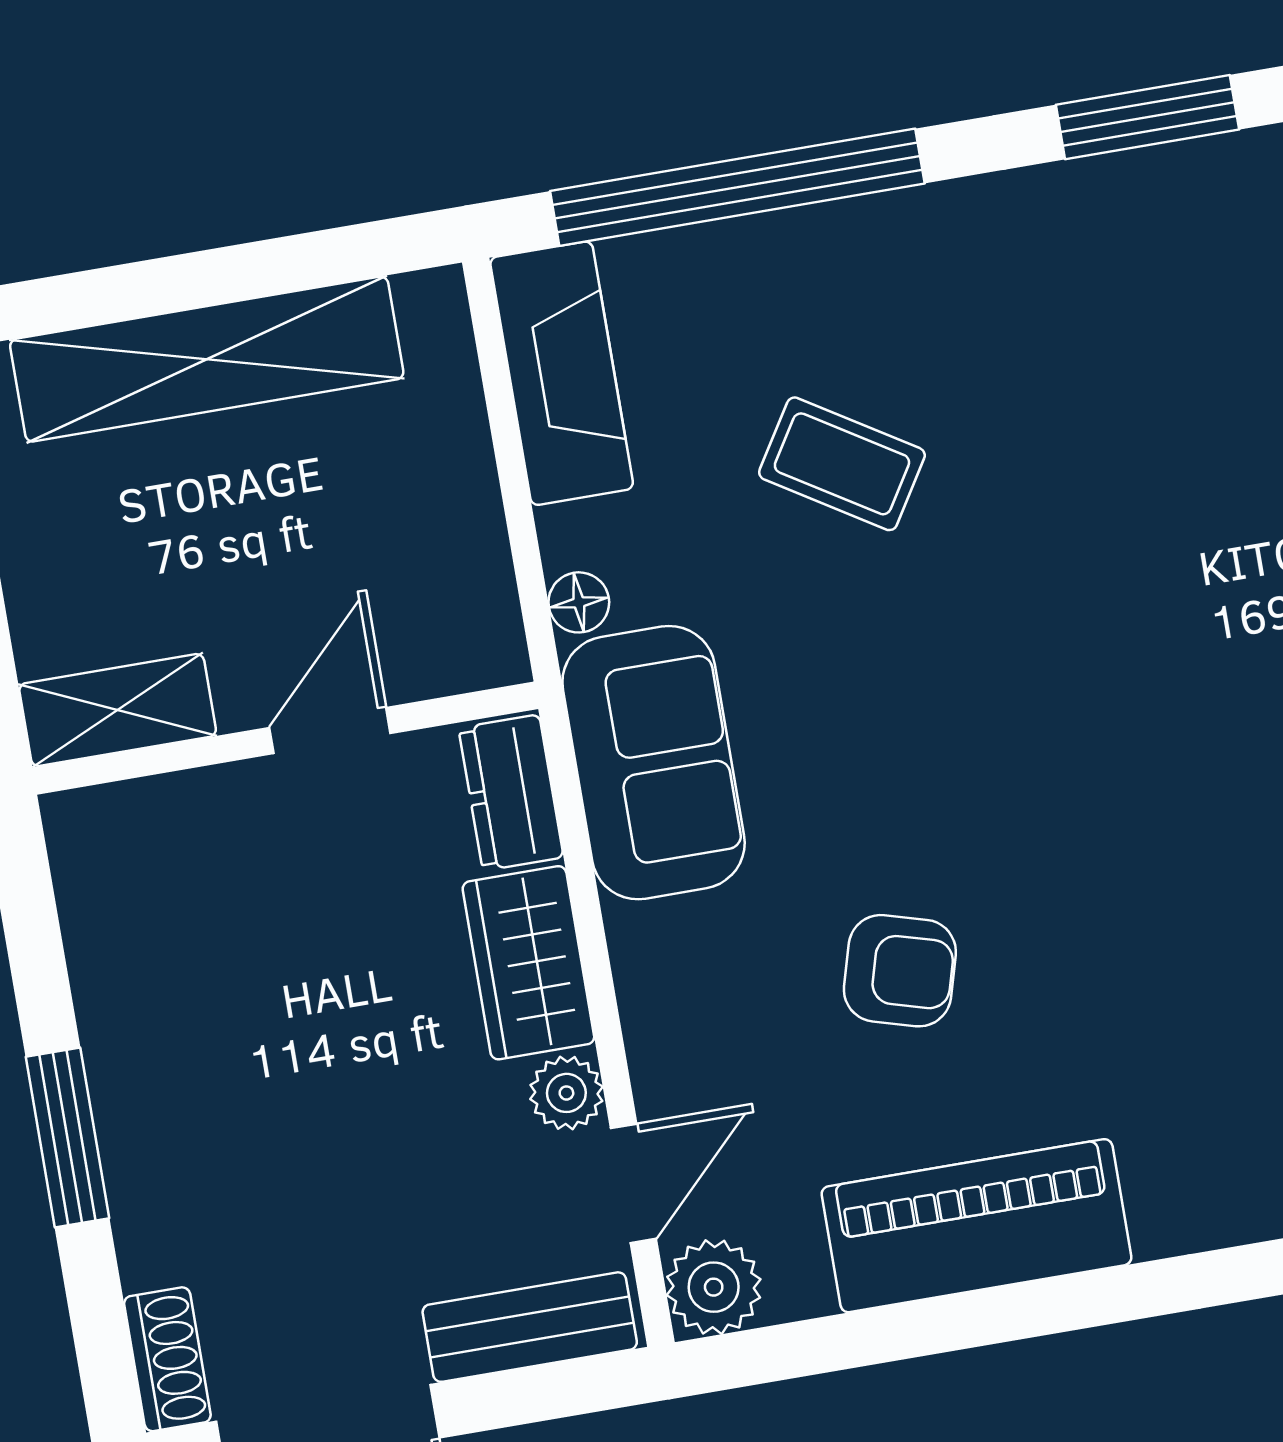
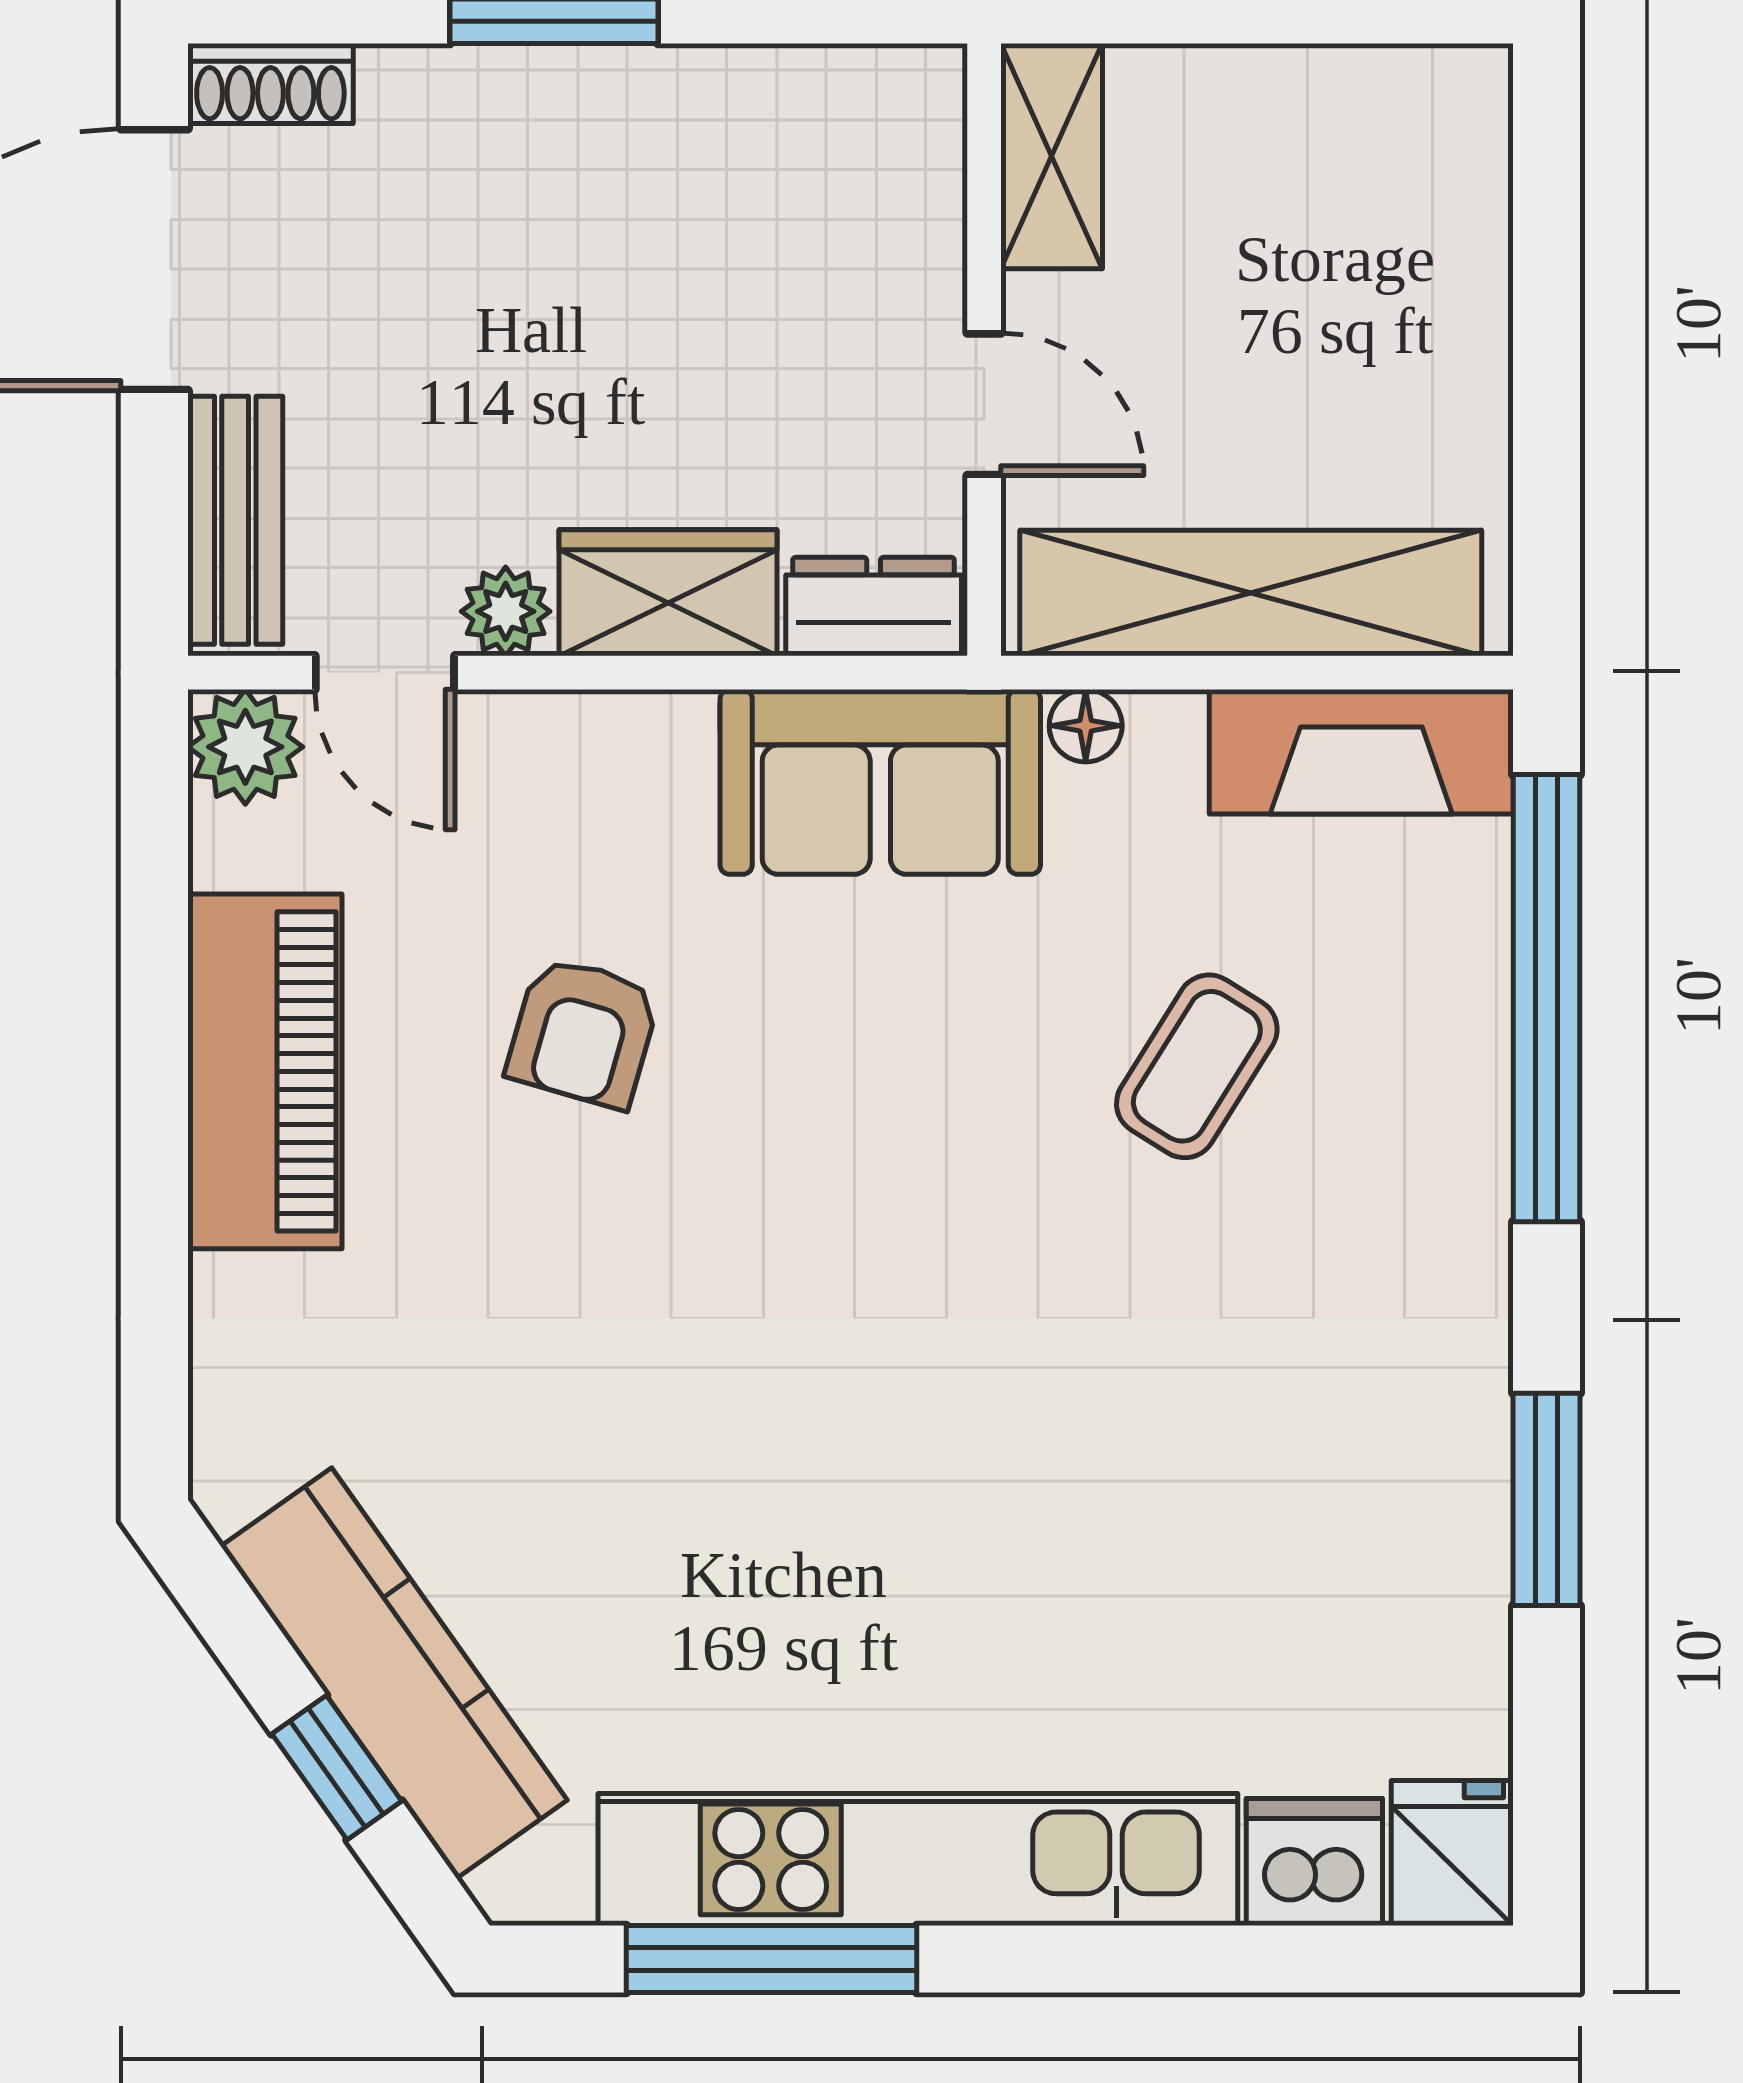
shelving: (207, 359) -> (1251, 593), moved, turned 90

